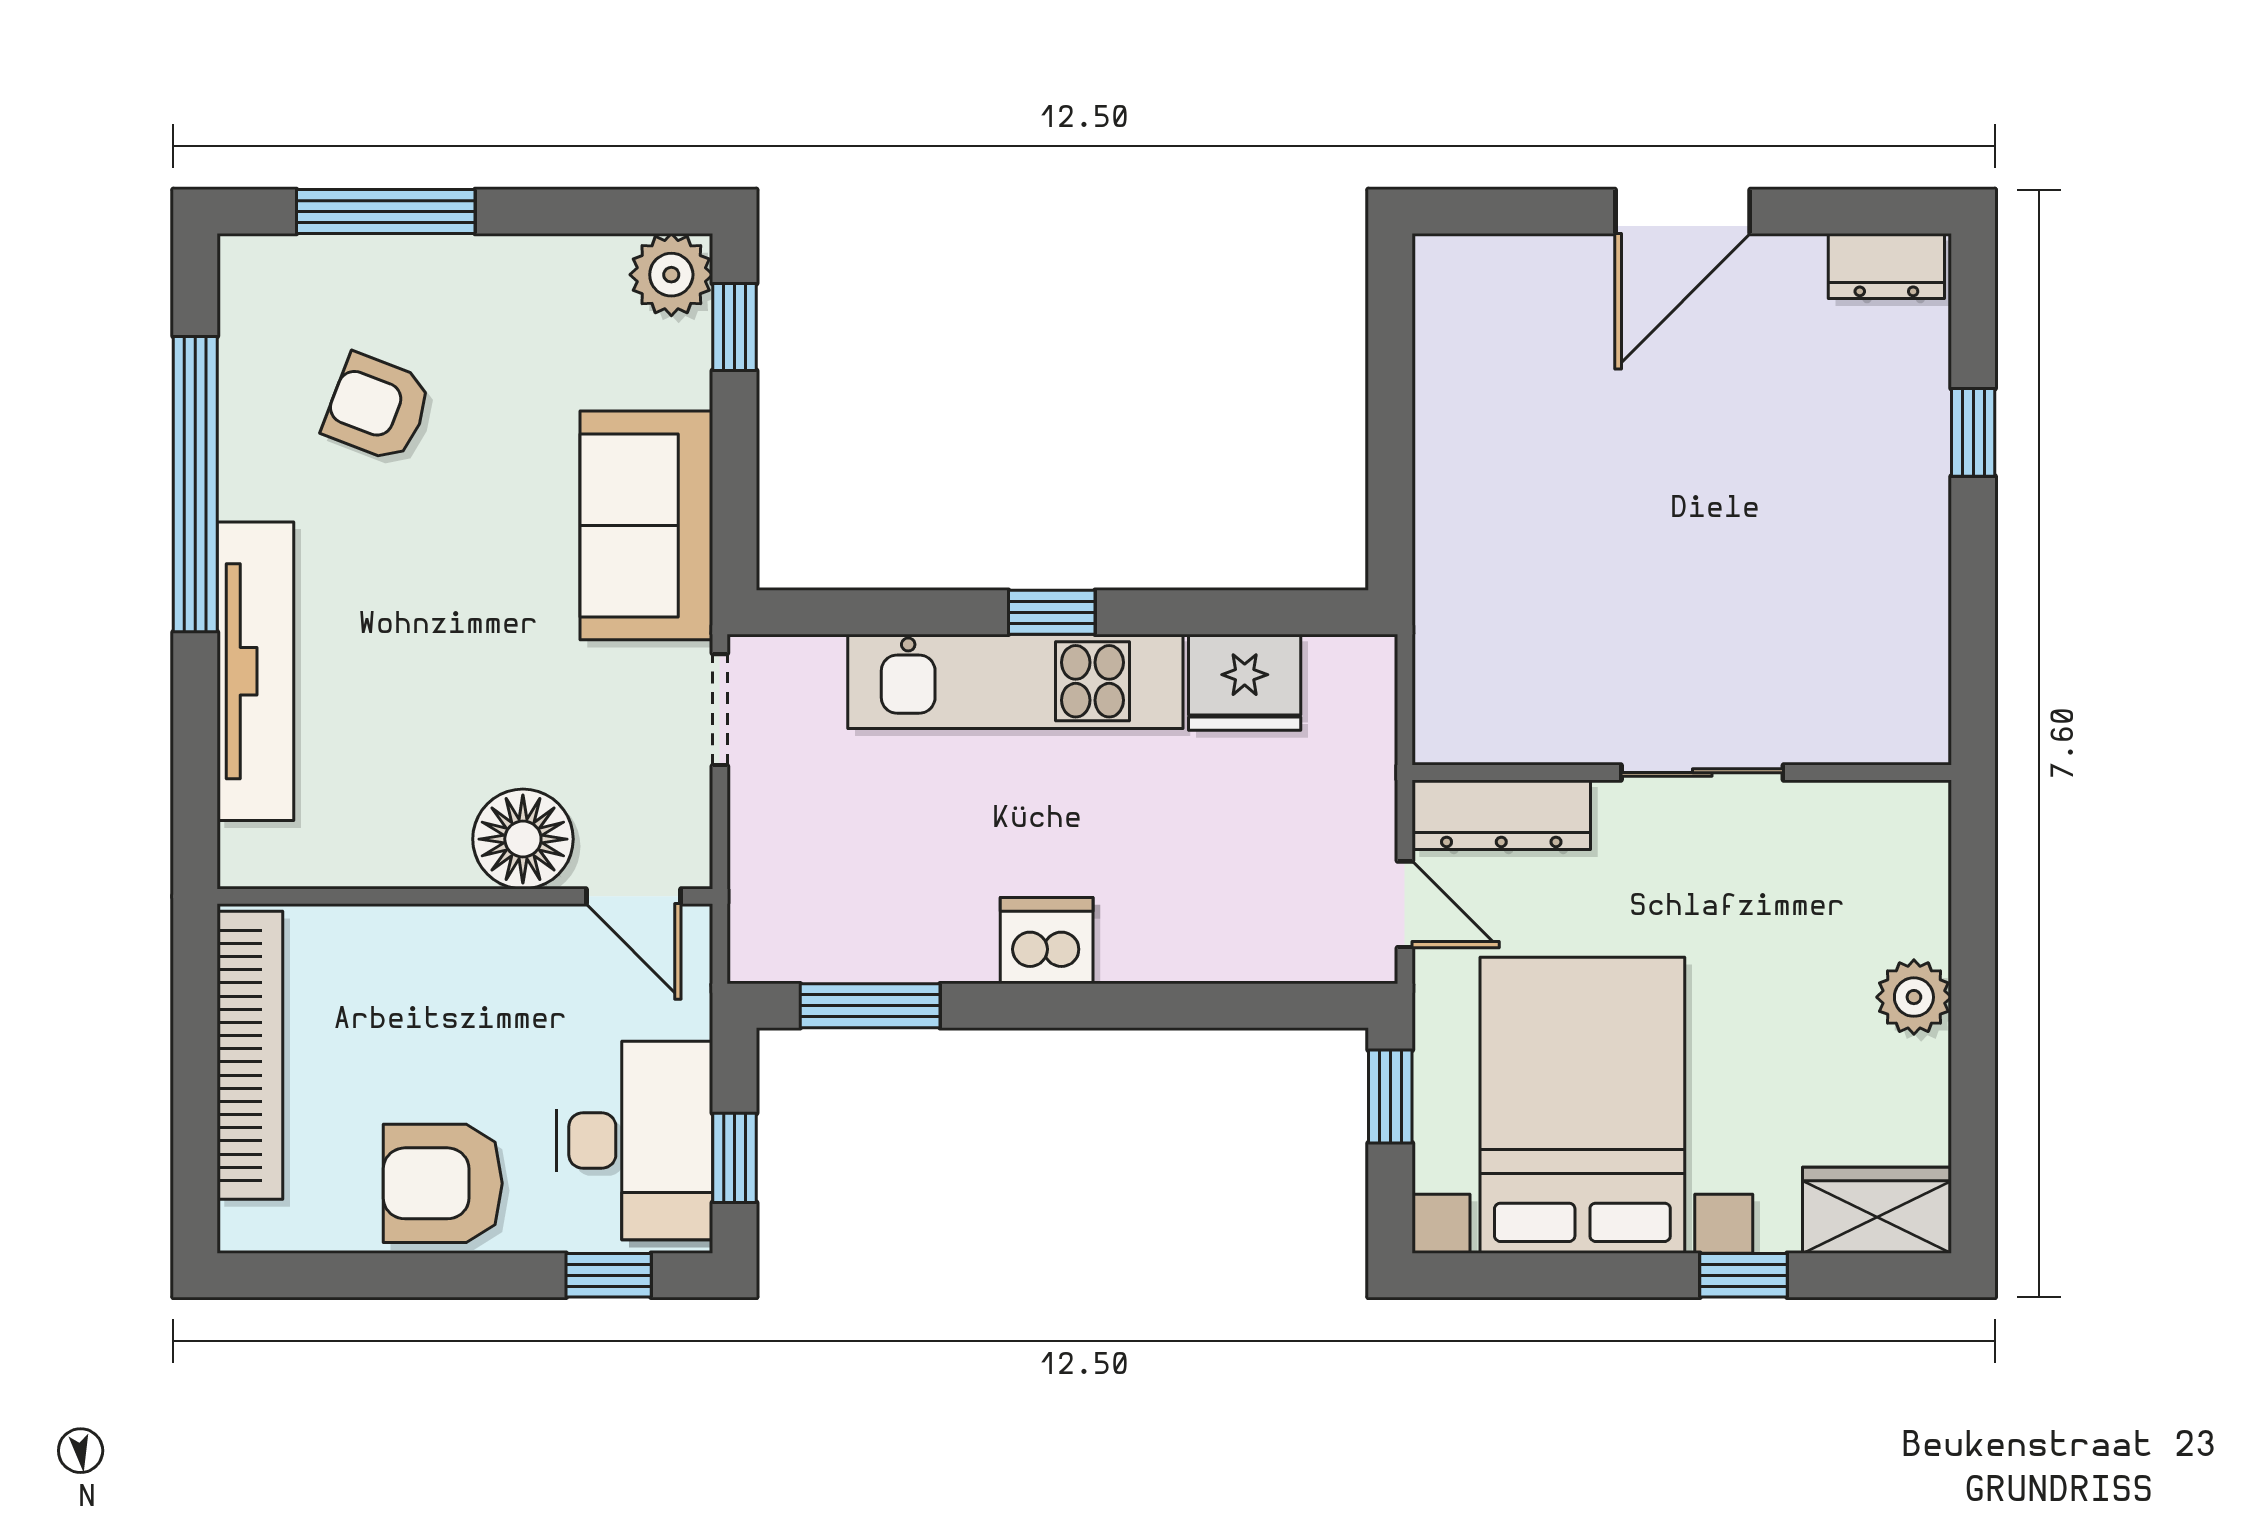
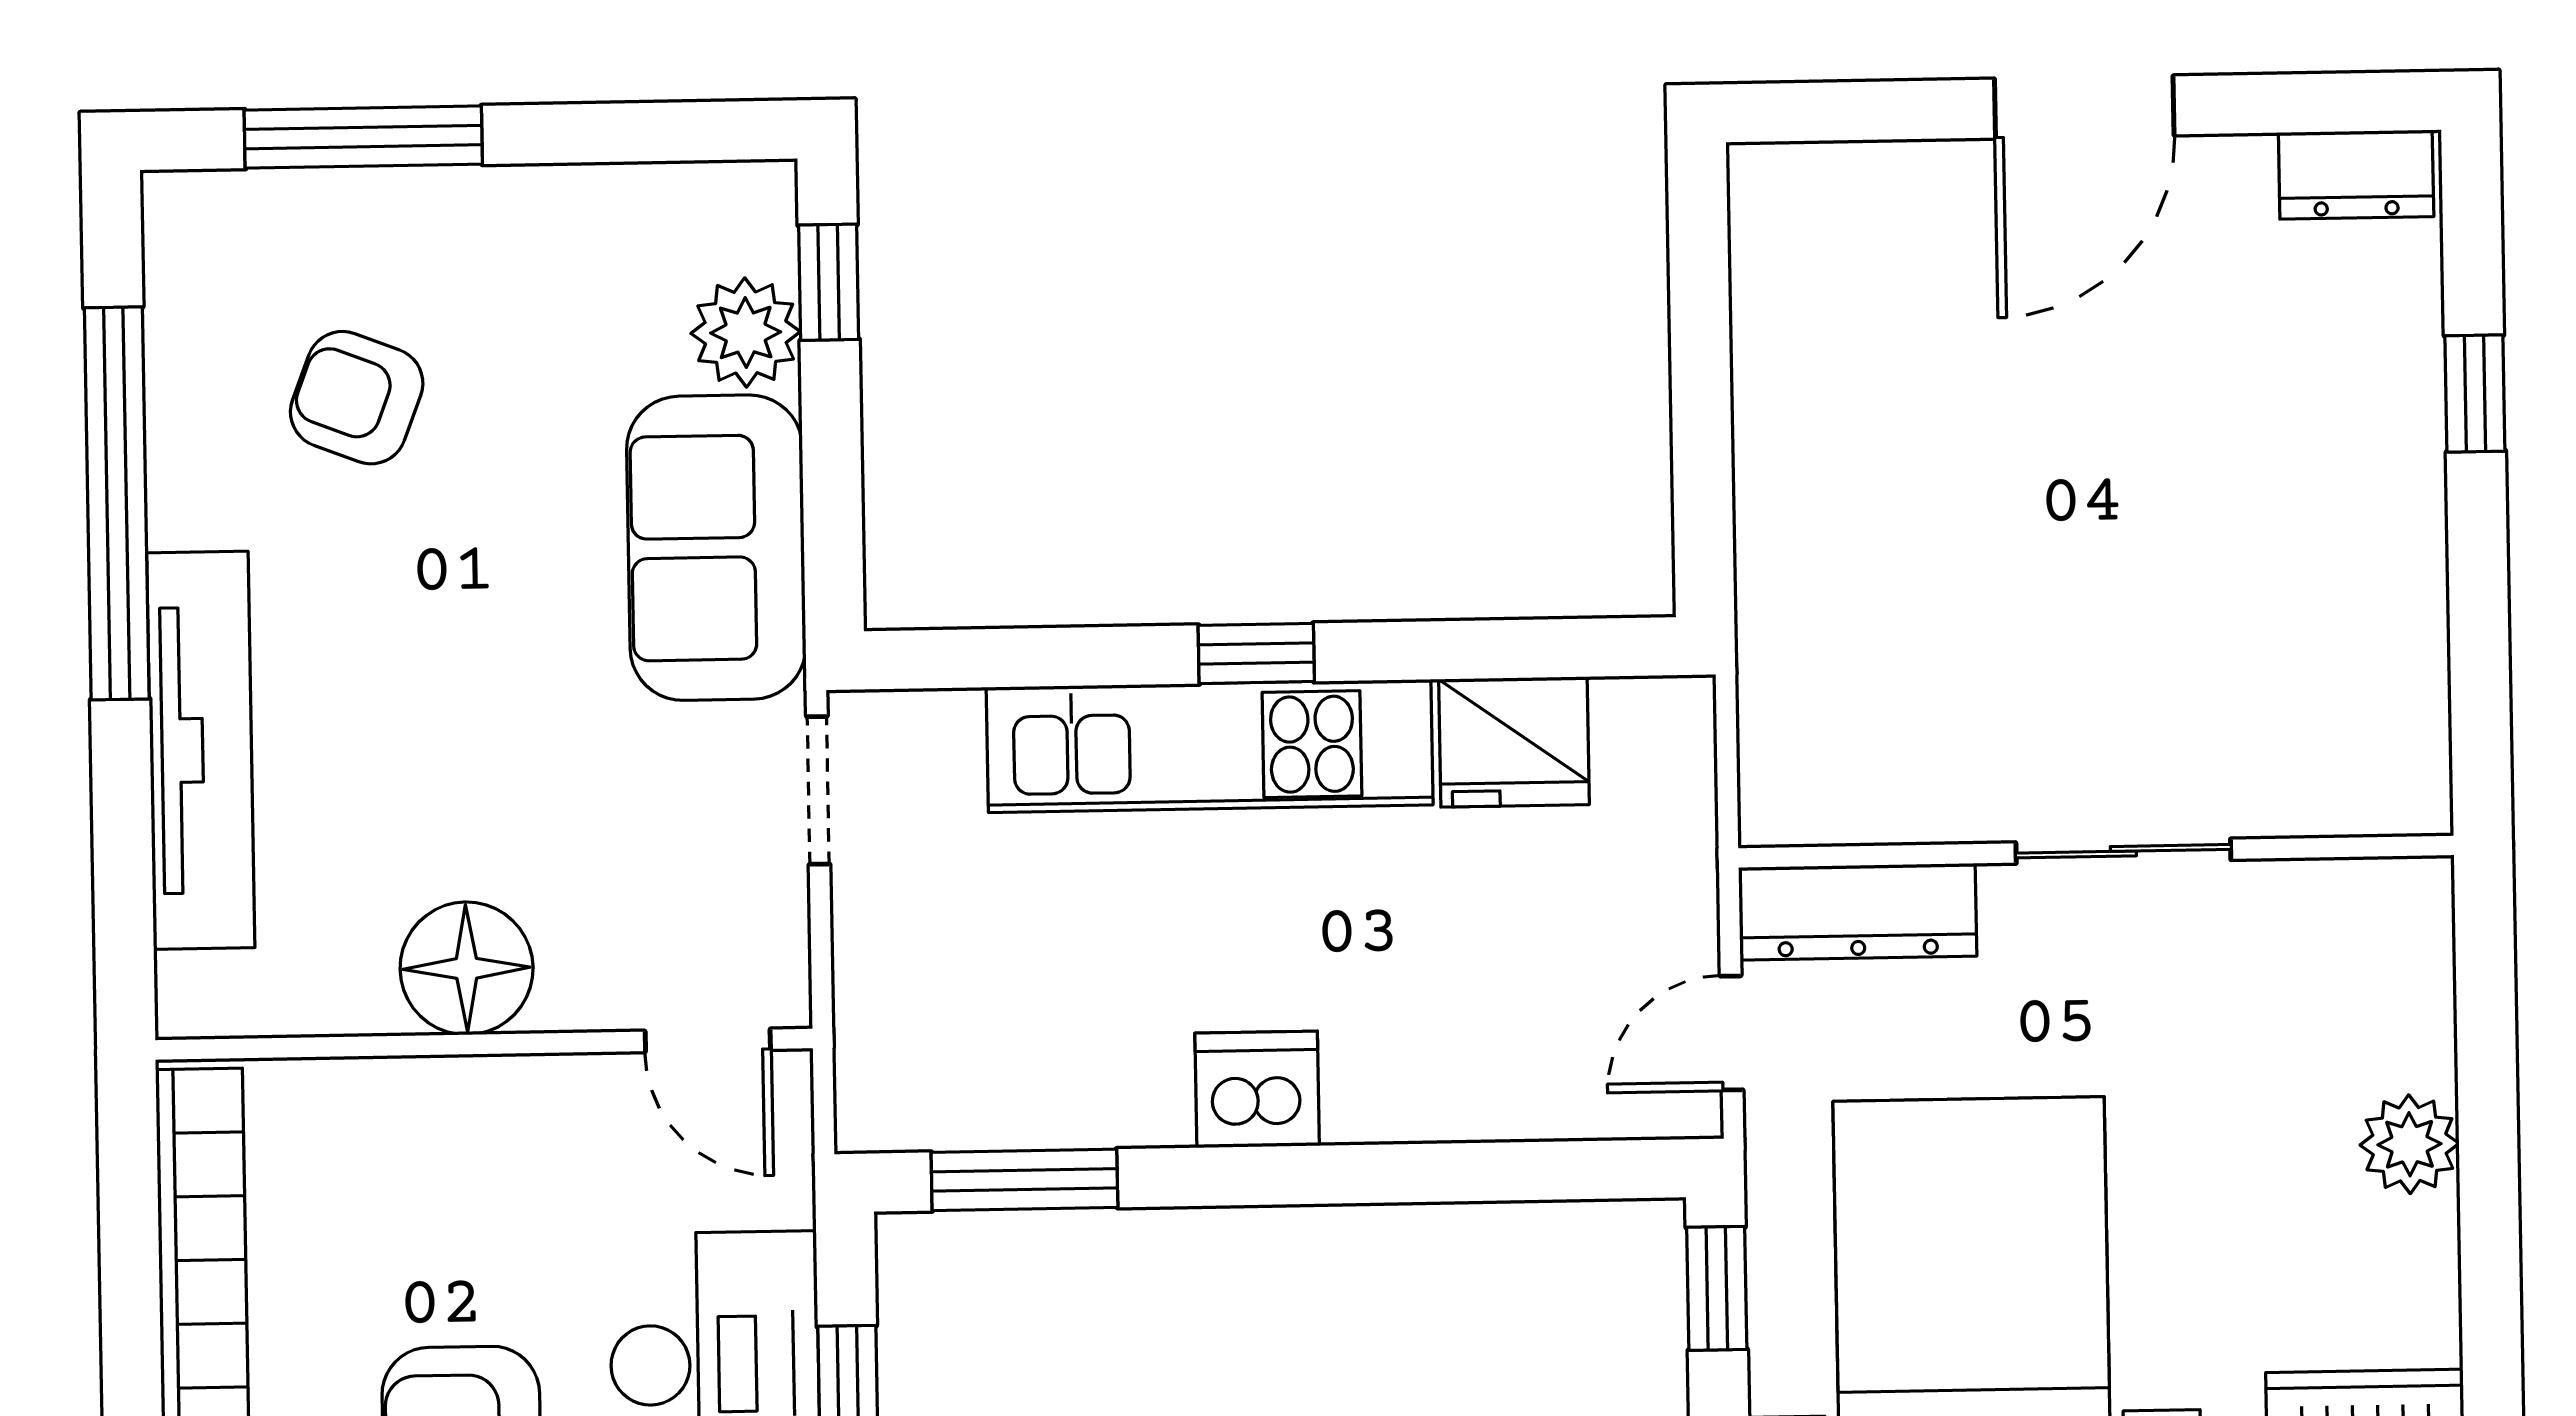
plant: (671, 275) -> (746, 332), moved
floor lamp: (523, 839) -> (467, 968), moved
door: (1405, 904) -> (1732, 1033), swing flipped

